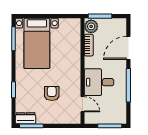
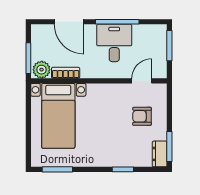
bed with nightstands: (37, 43) -> (58, 116), moved, turned 90
desk: (99, 82) -> (114, 43), moved, turned 180
armchair: (52, 93) -> (142, 116), moved

